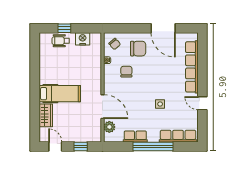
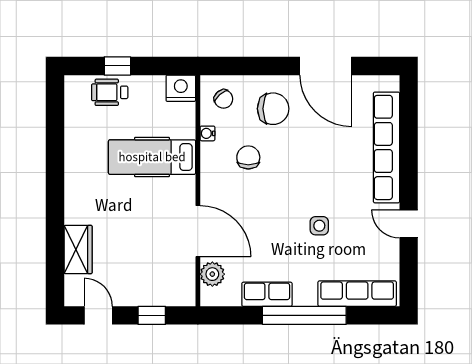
nightstand: (83, 39) -> (181, 88), moved
hospital bed: (60, 94) -> (152, 157), moved, turned 180

